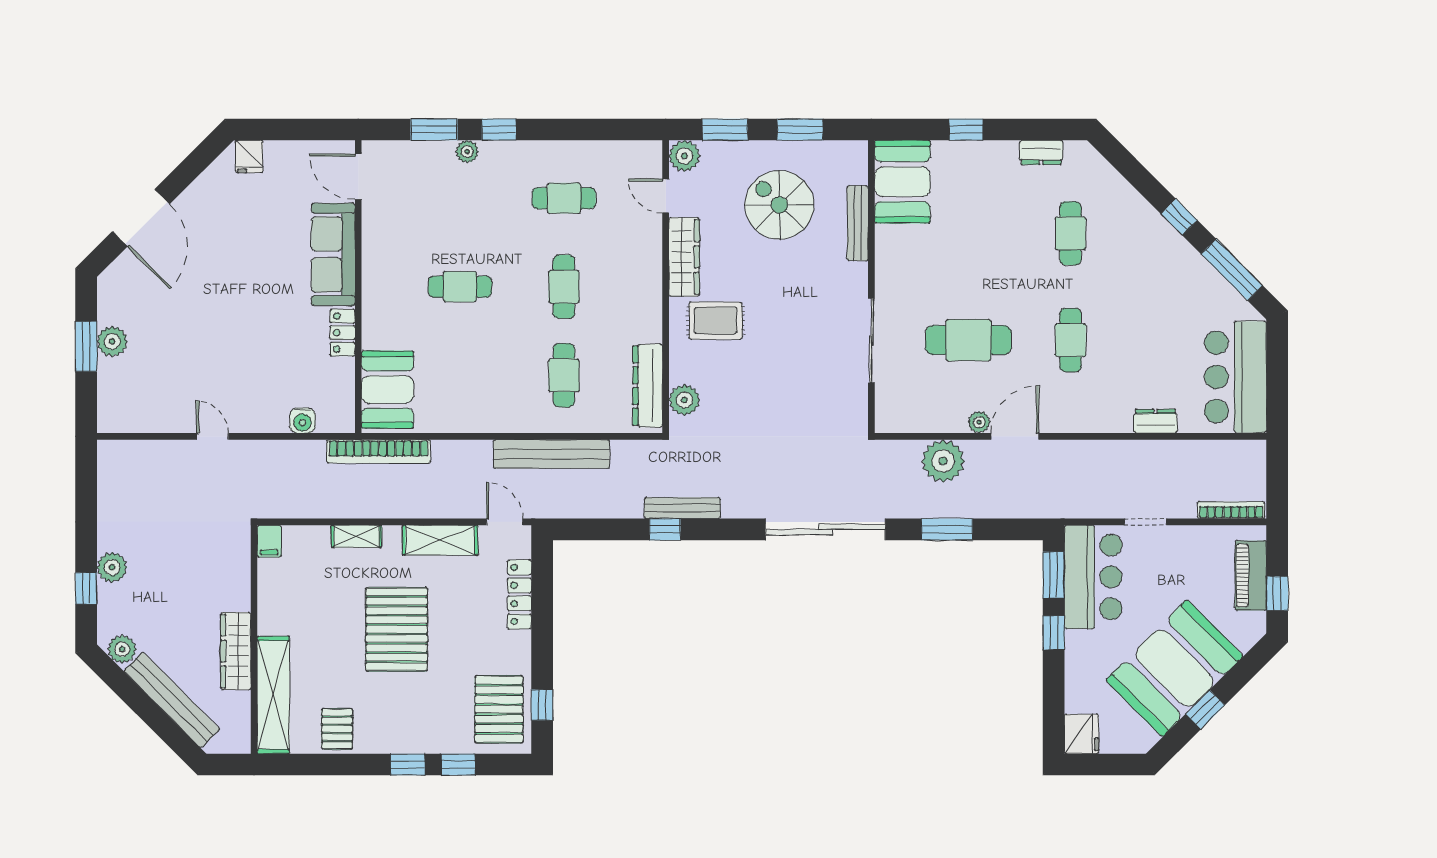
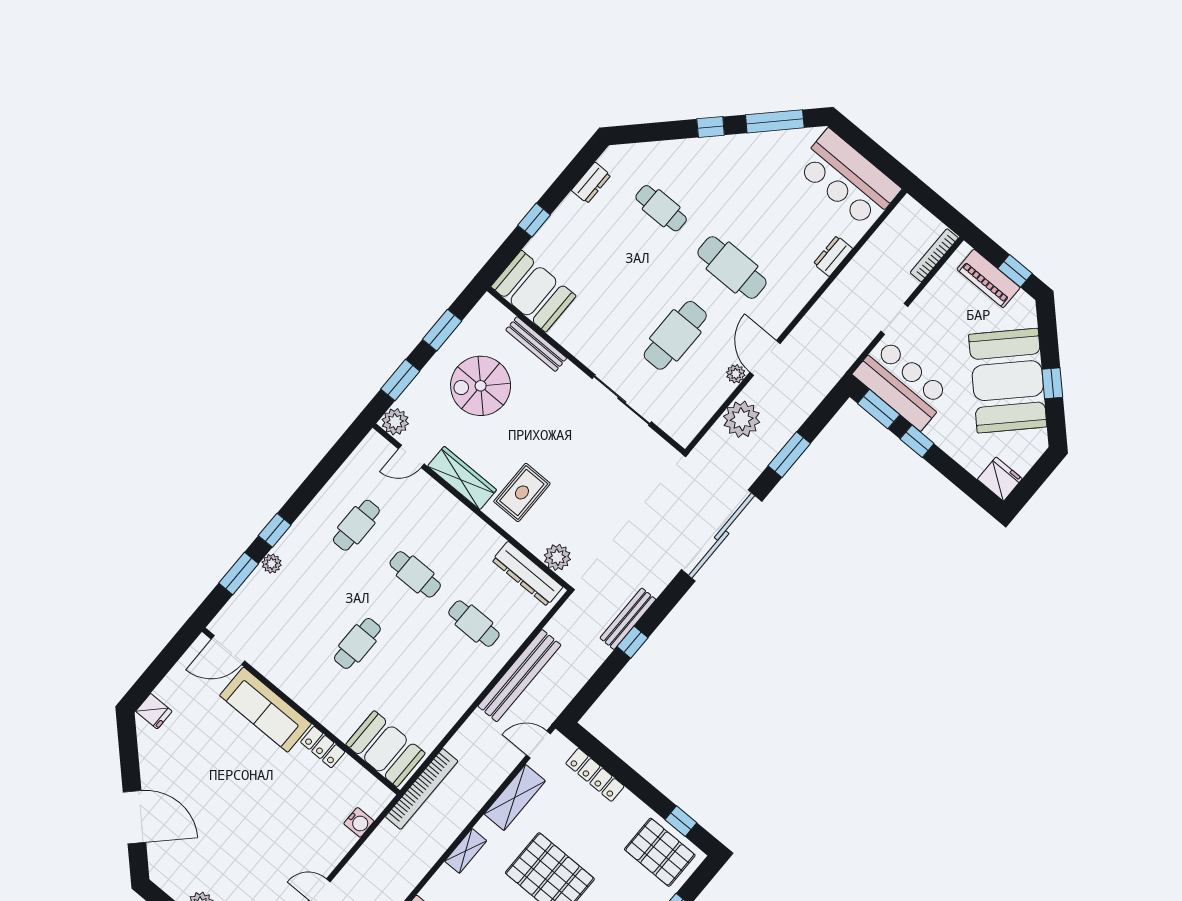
cafe table: (1070, 340) -> (732, 267), width x1.37, depth x1.35

